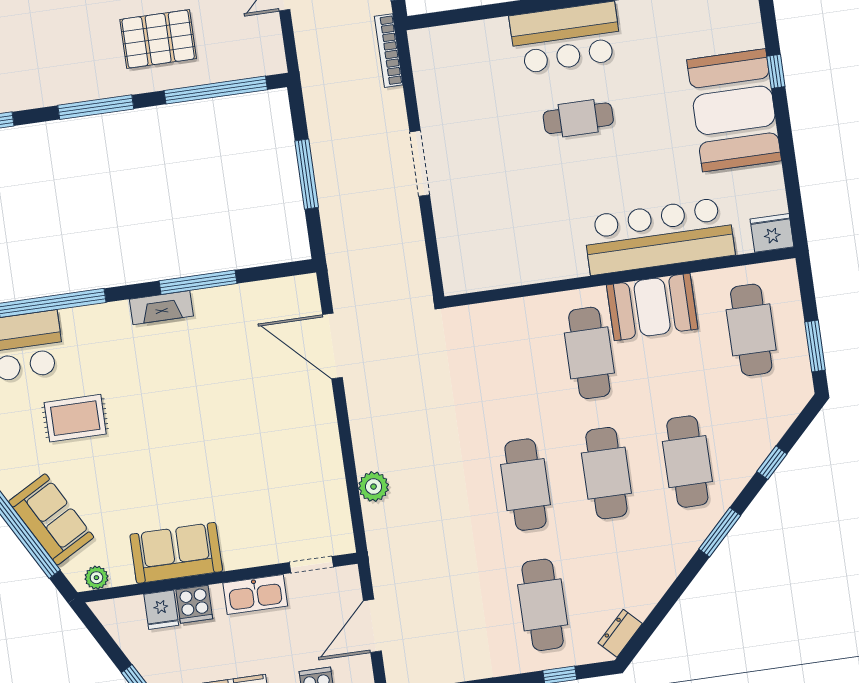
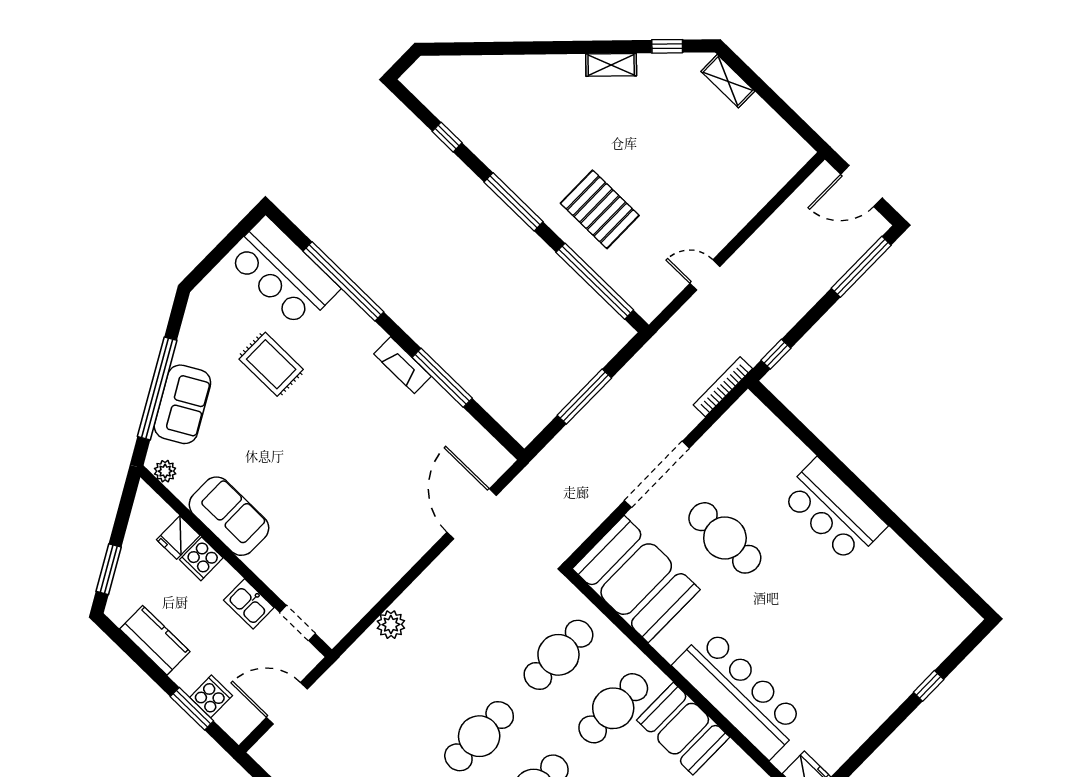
booth: (734, 110) -> (636, 579), moved, turned 90
cafe table: (578, 118) -> (725, 538), moved, width x1.37, depth x1.35
doorway: (420, 163) -> (657, 474), width x1.36
cafe table: (508, 364) -> (558, 655), added
kitchen sink: (255, 595) -> (249, 604), width x0.73

